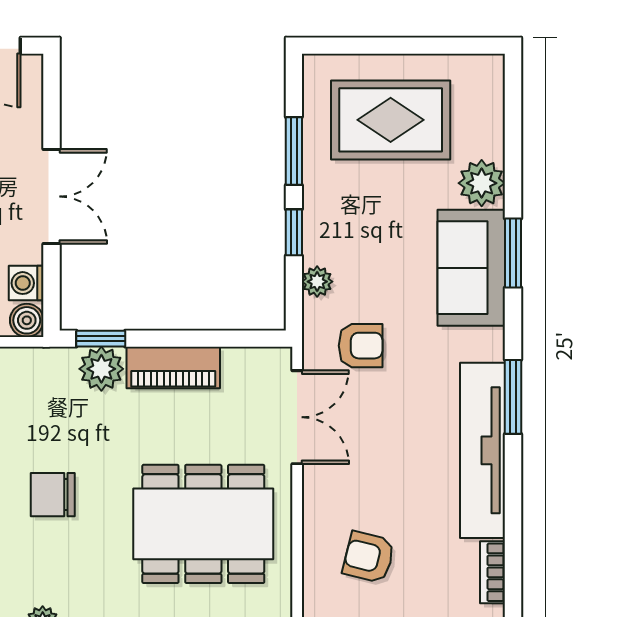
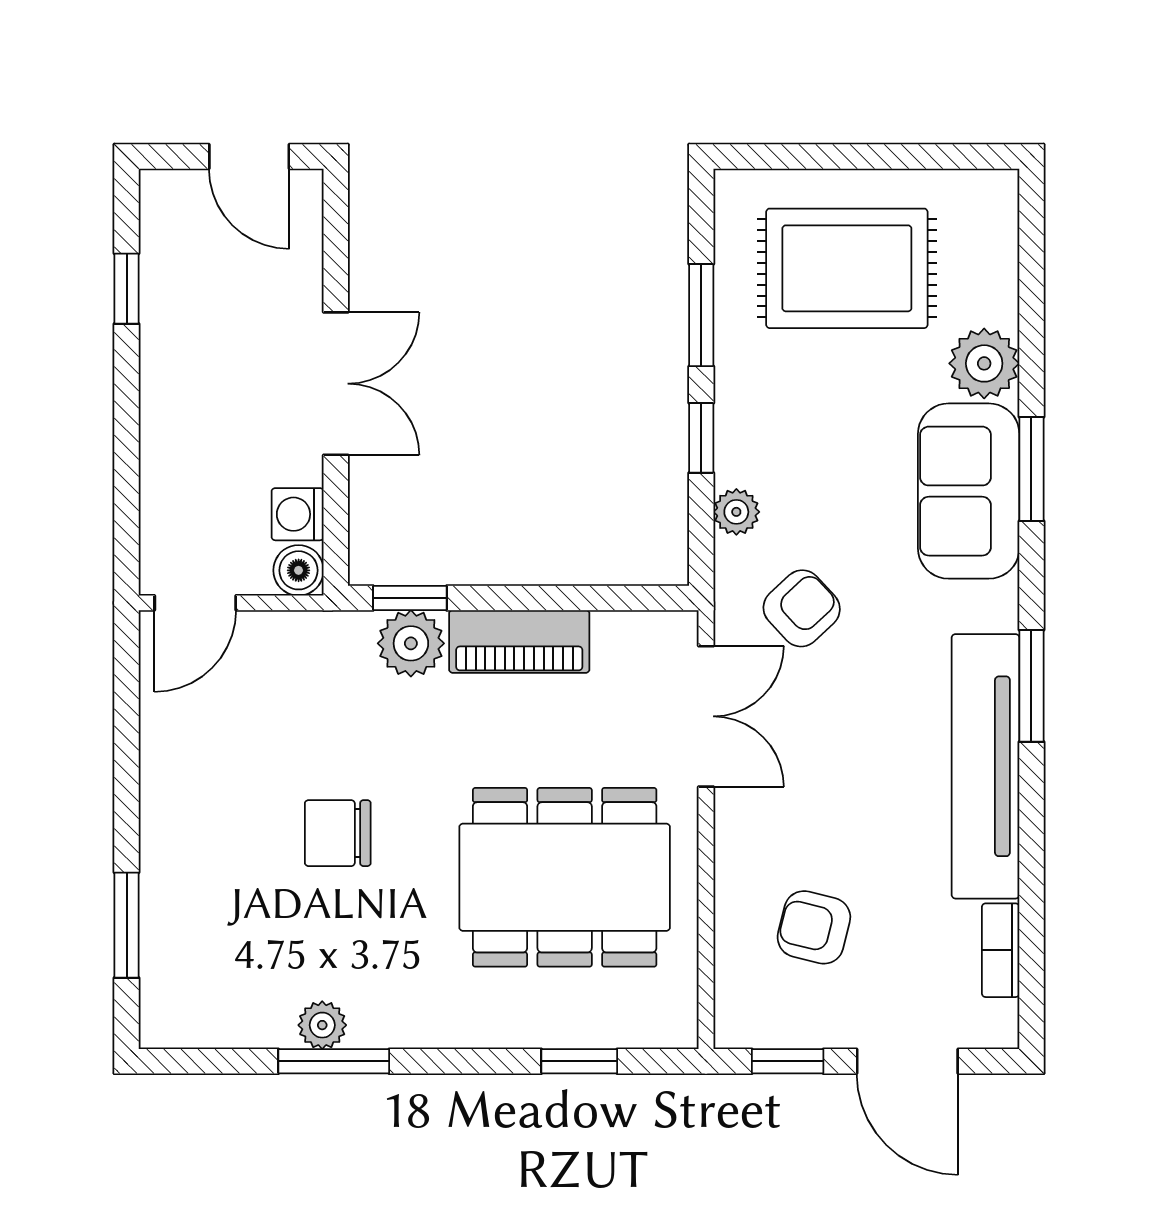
armchair: (361, 346) -> (802, 608), turned -43

